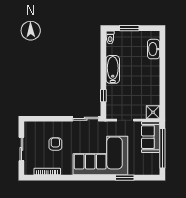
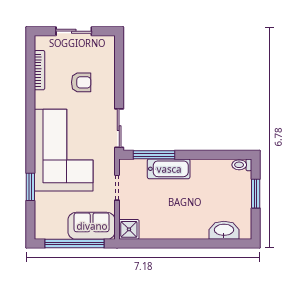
bathtub: (113, 69) -> (169, 169), moved
window: (103, 96) -> (154, 155), width x2.17

